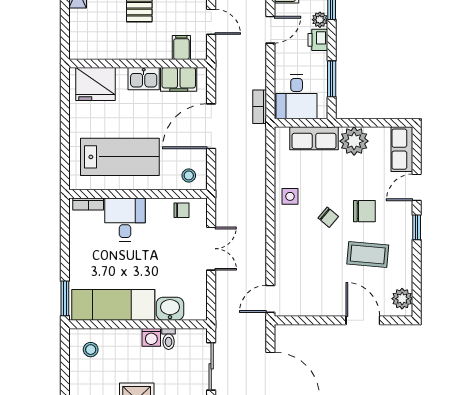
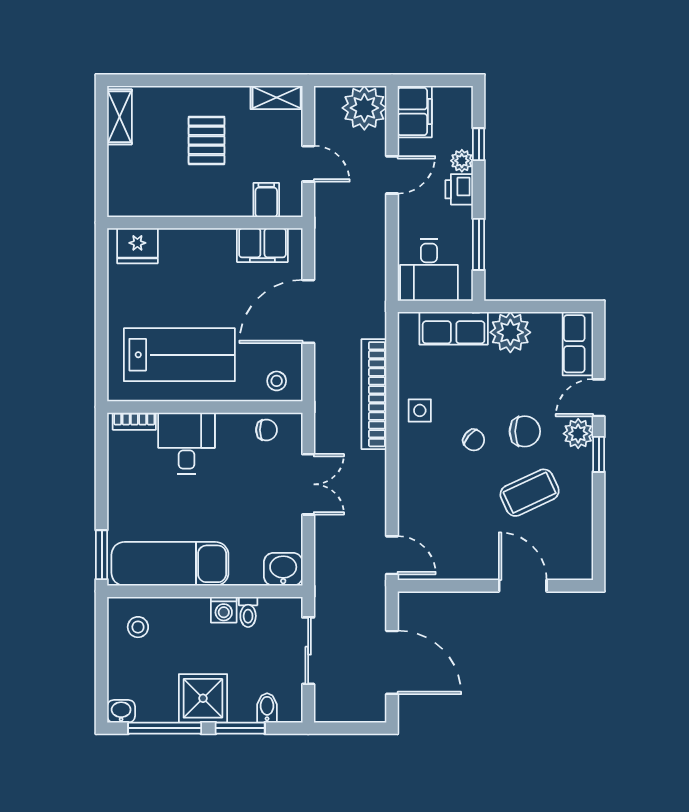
kitchen sink: (144, 79) -> (213, 244), removed
fridge: (95, 84) -> (137, 246), width x0.73, depth x0.75
bookcase: (260, 107) -> (374, 394), moved, width x2.31, depth x1.31
coffee table: (368, 255) -> (530, 493), turned -30
door: (270, 299) -> (392, 555), swing flipped
plant: (402, 299) -> (578, 434), moved
washbasin: (170, 309) -> (283, 569), moved

